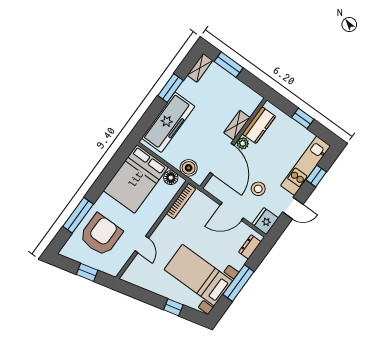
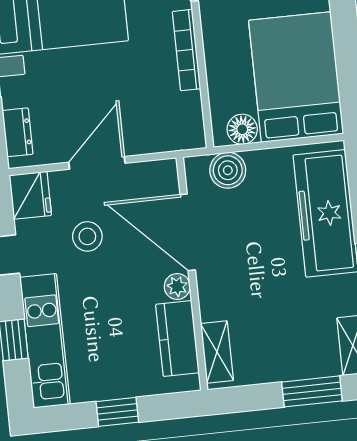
shelving: (237, 125) -> (217, 352), moved
bookcase: (181, 201) -> (186, 50), moved

